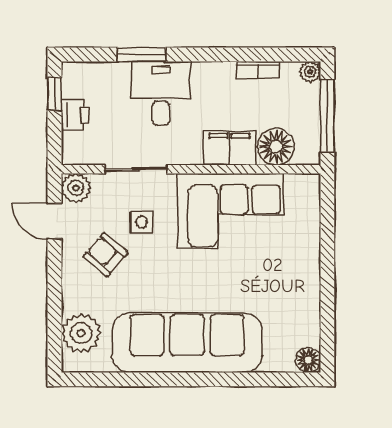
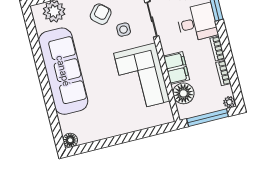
bookcase: (214, 70) -> (217, 49), added

